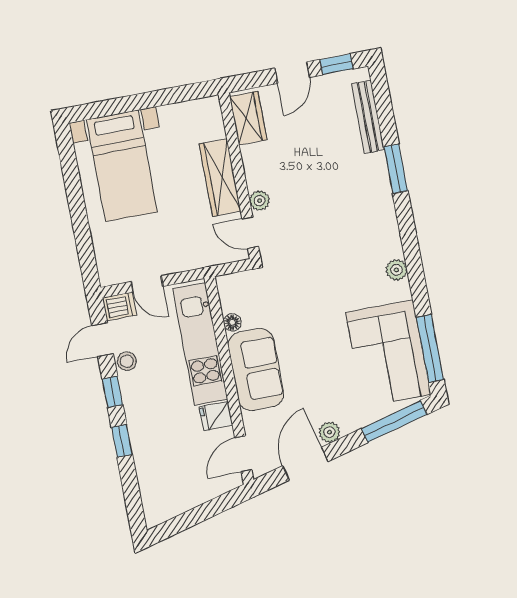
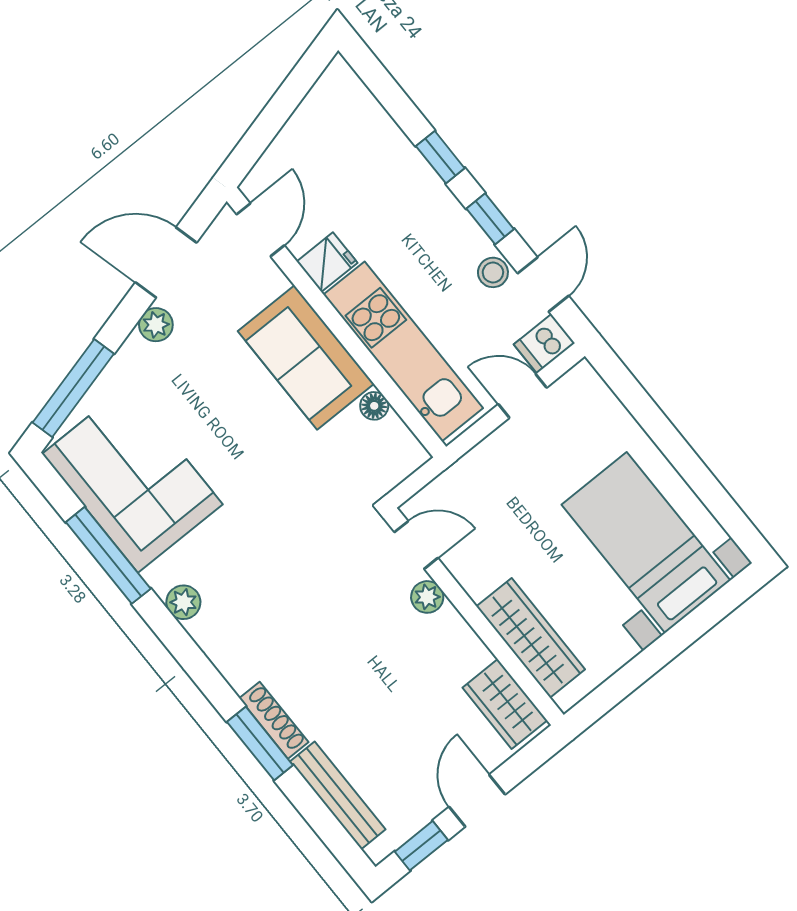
wardrobe: (220, 177) -> (531, 638), moved
shoe rack: (381, 178) -> (274, 720), added
window: (430, 348) -> (108, 555), moved
door: (305, 464) -> (166, 262), swing flipped

